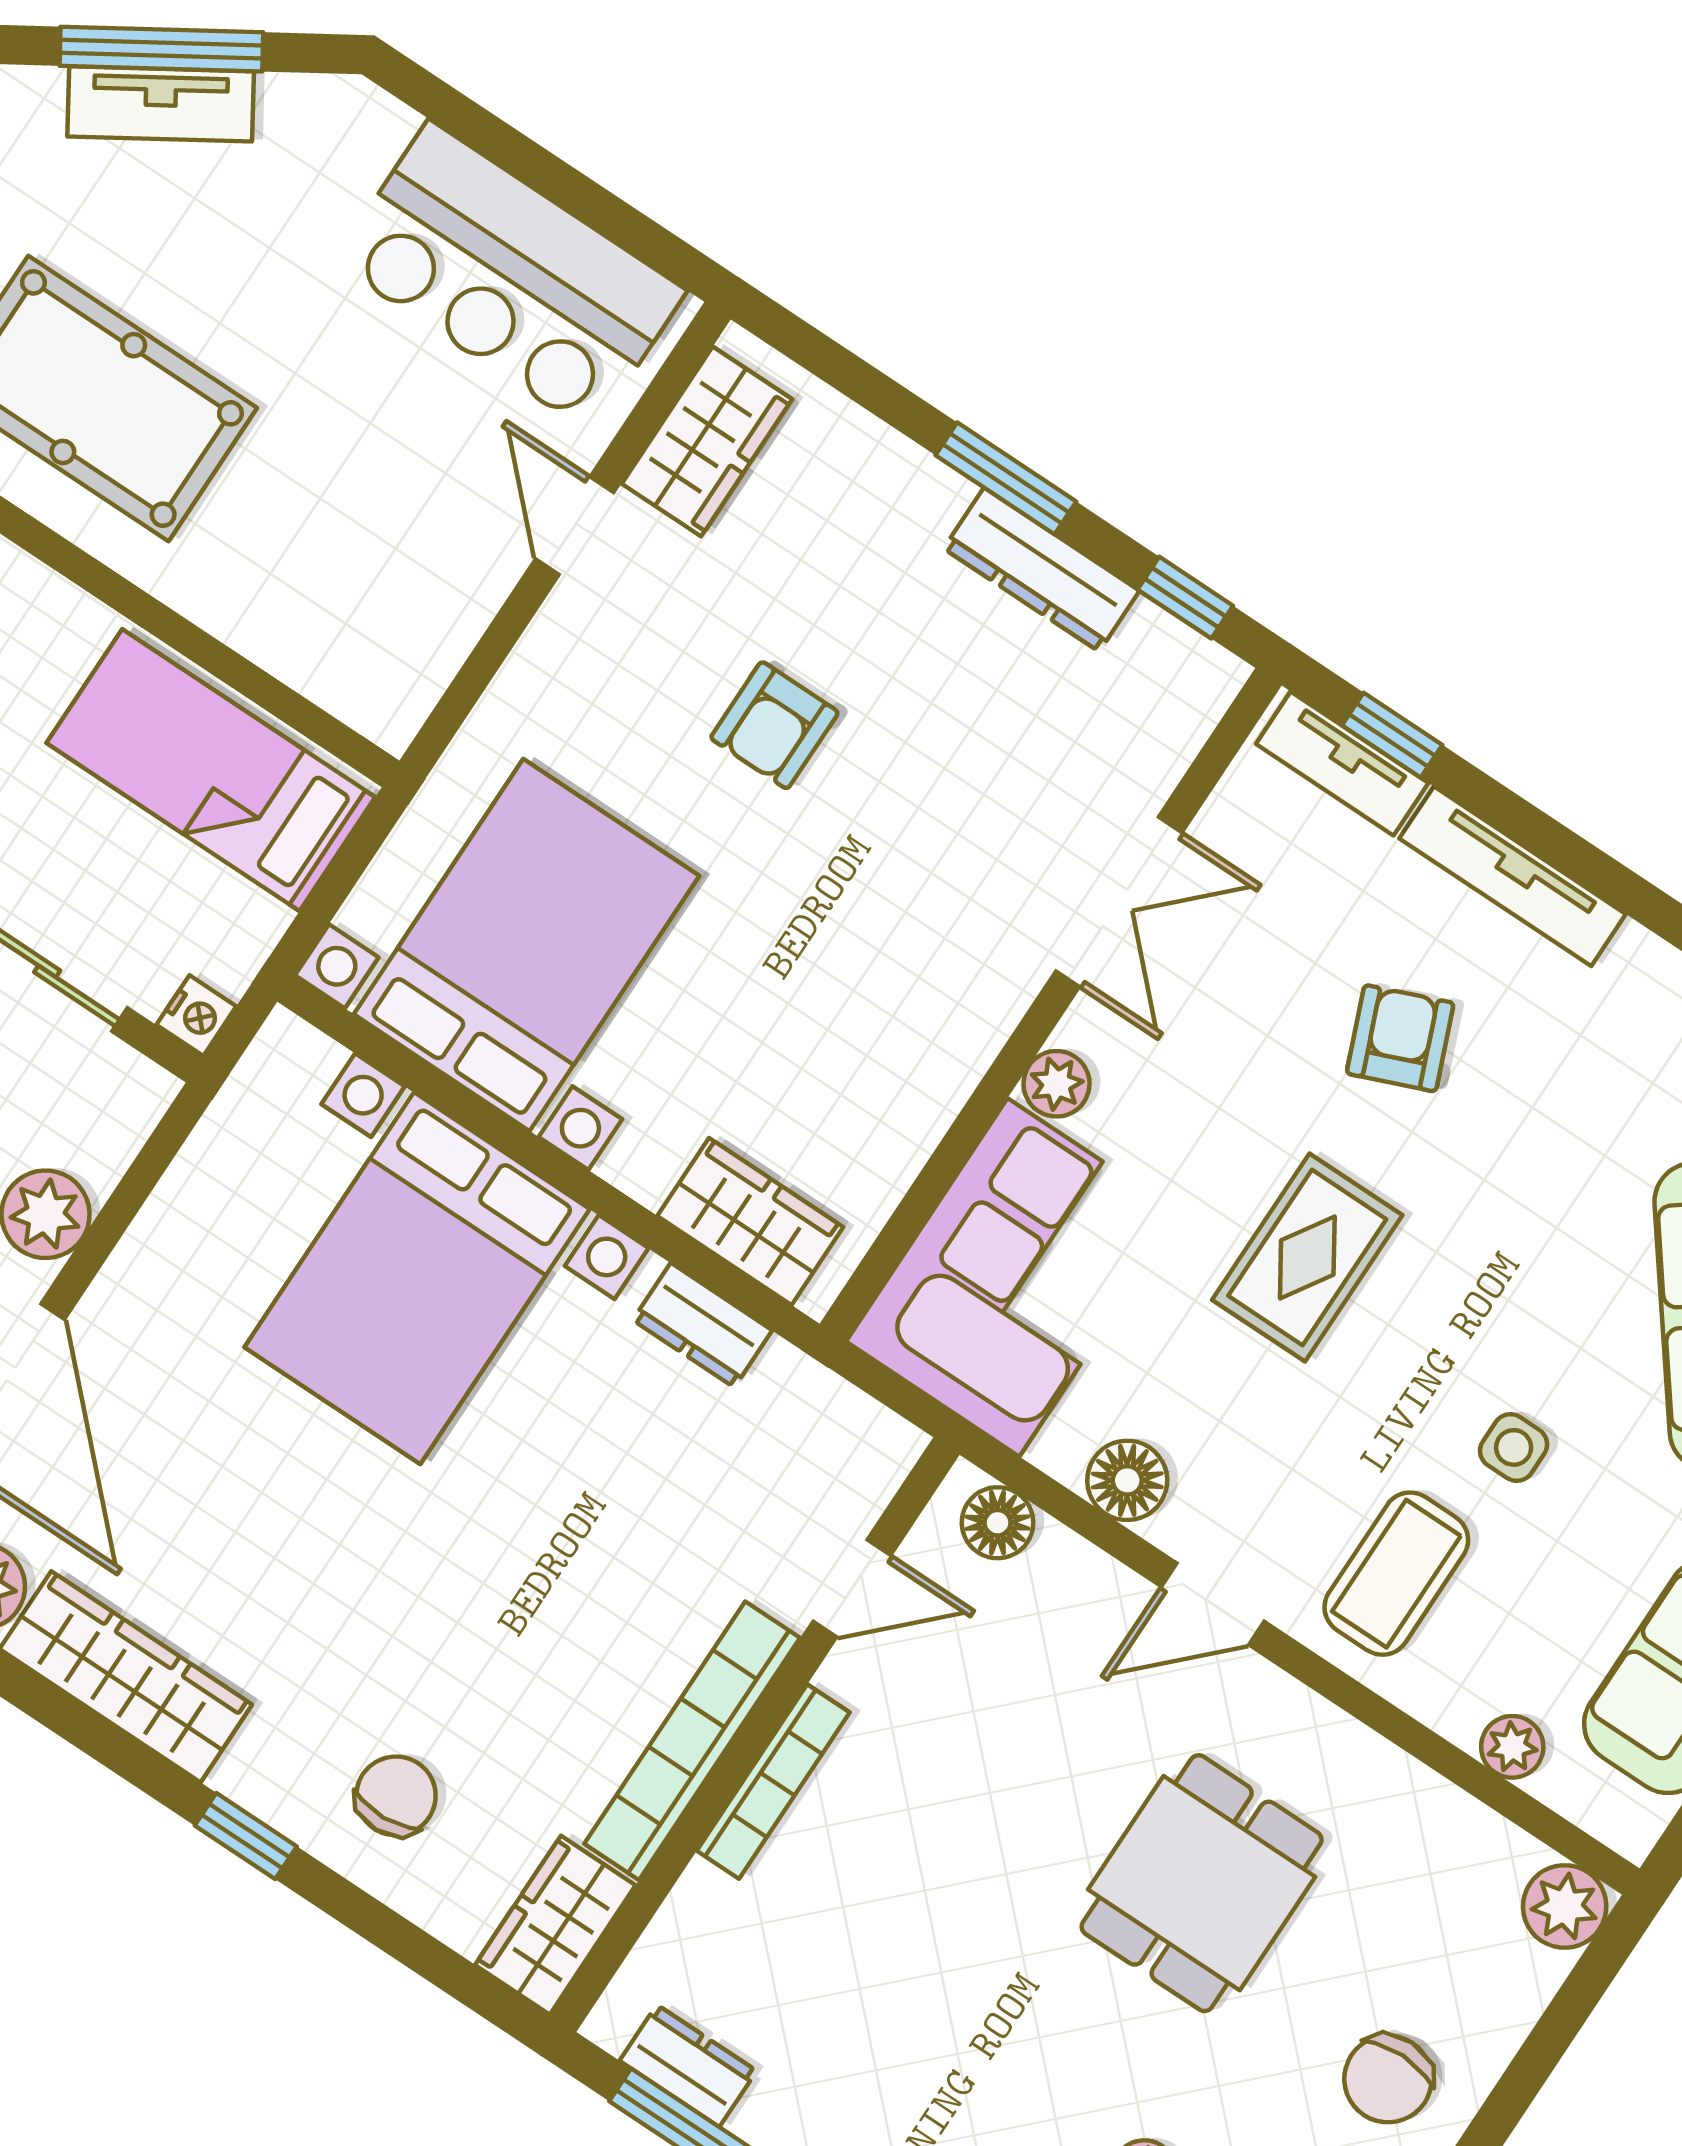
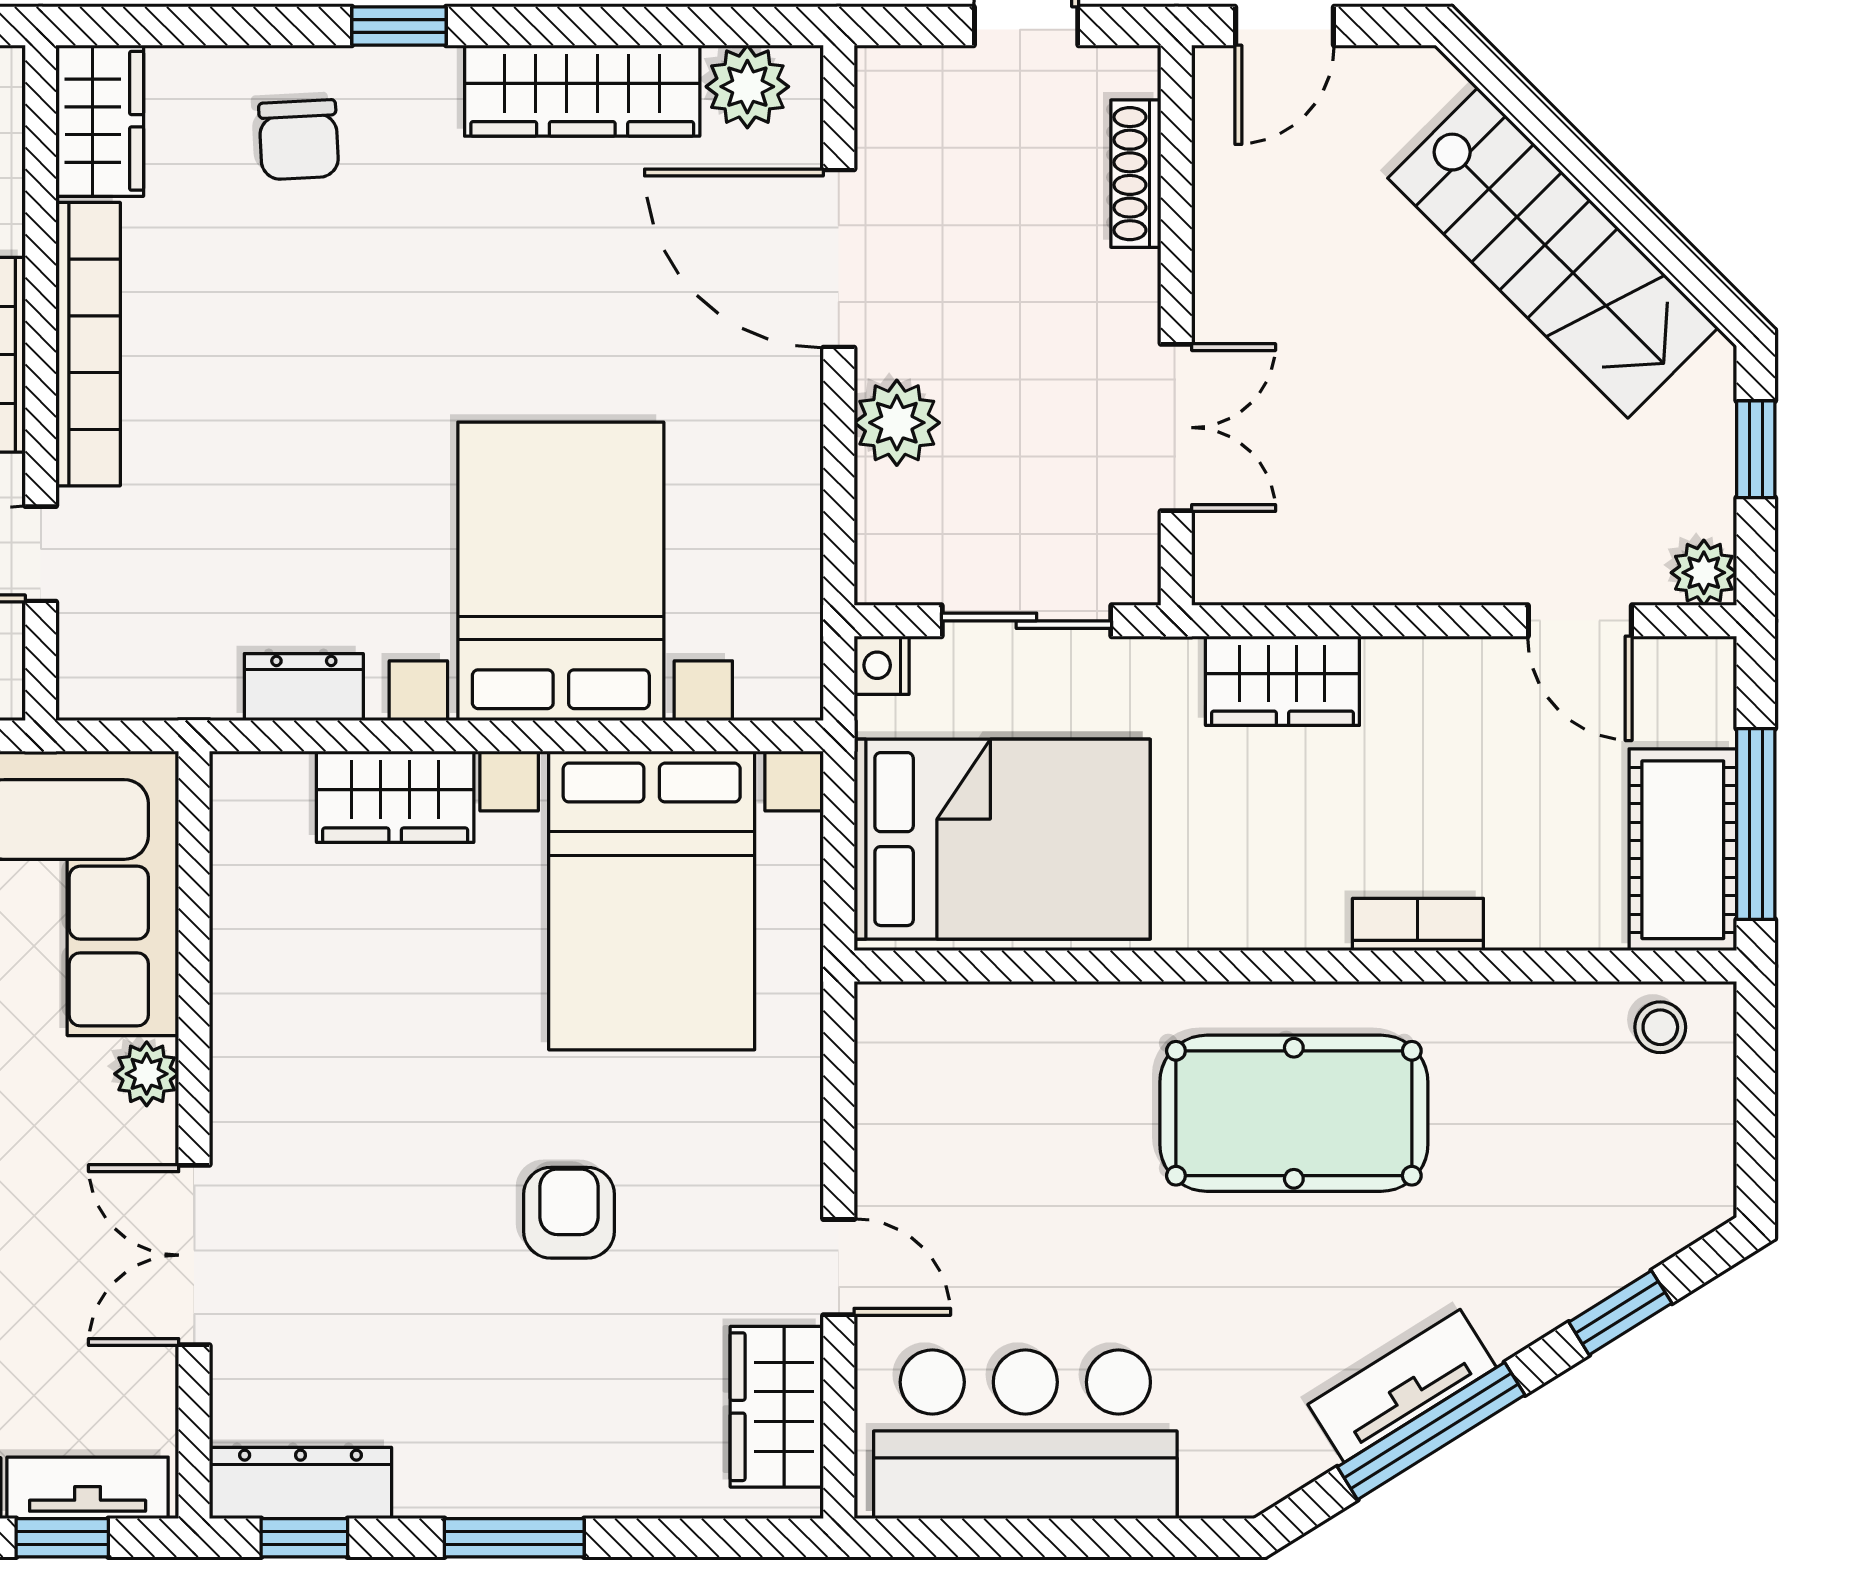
dresser: (1041, 570) -> (300, 1483), moved
bed: (211, 770) -> (1002, 839), width x1.50
wardrobe: (750, 1222) -> (395, 797), moved

